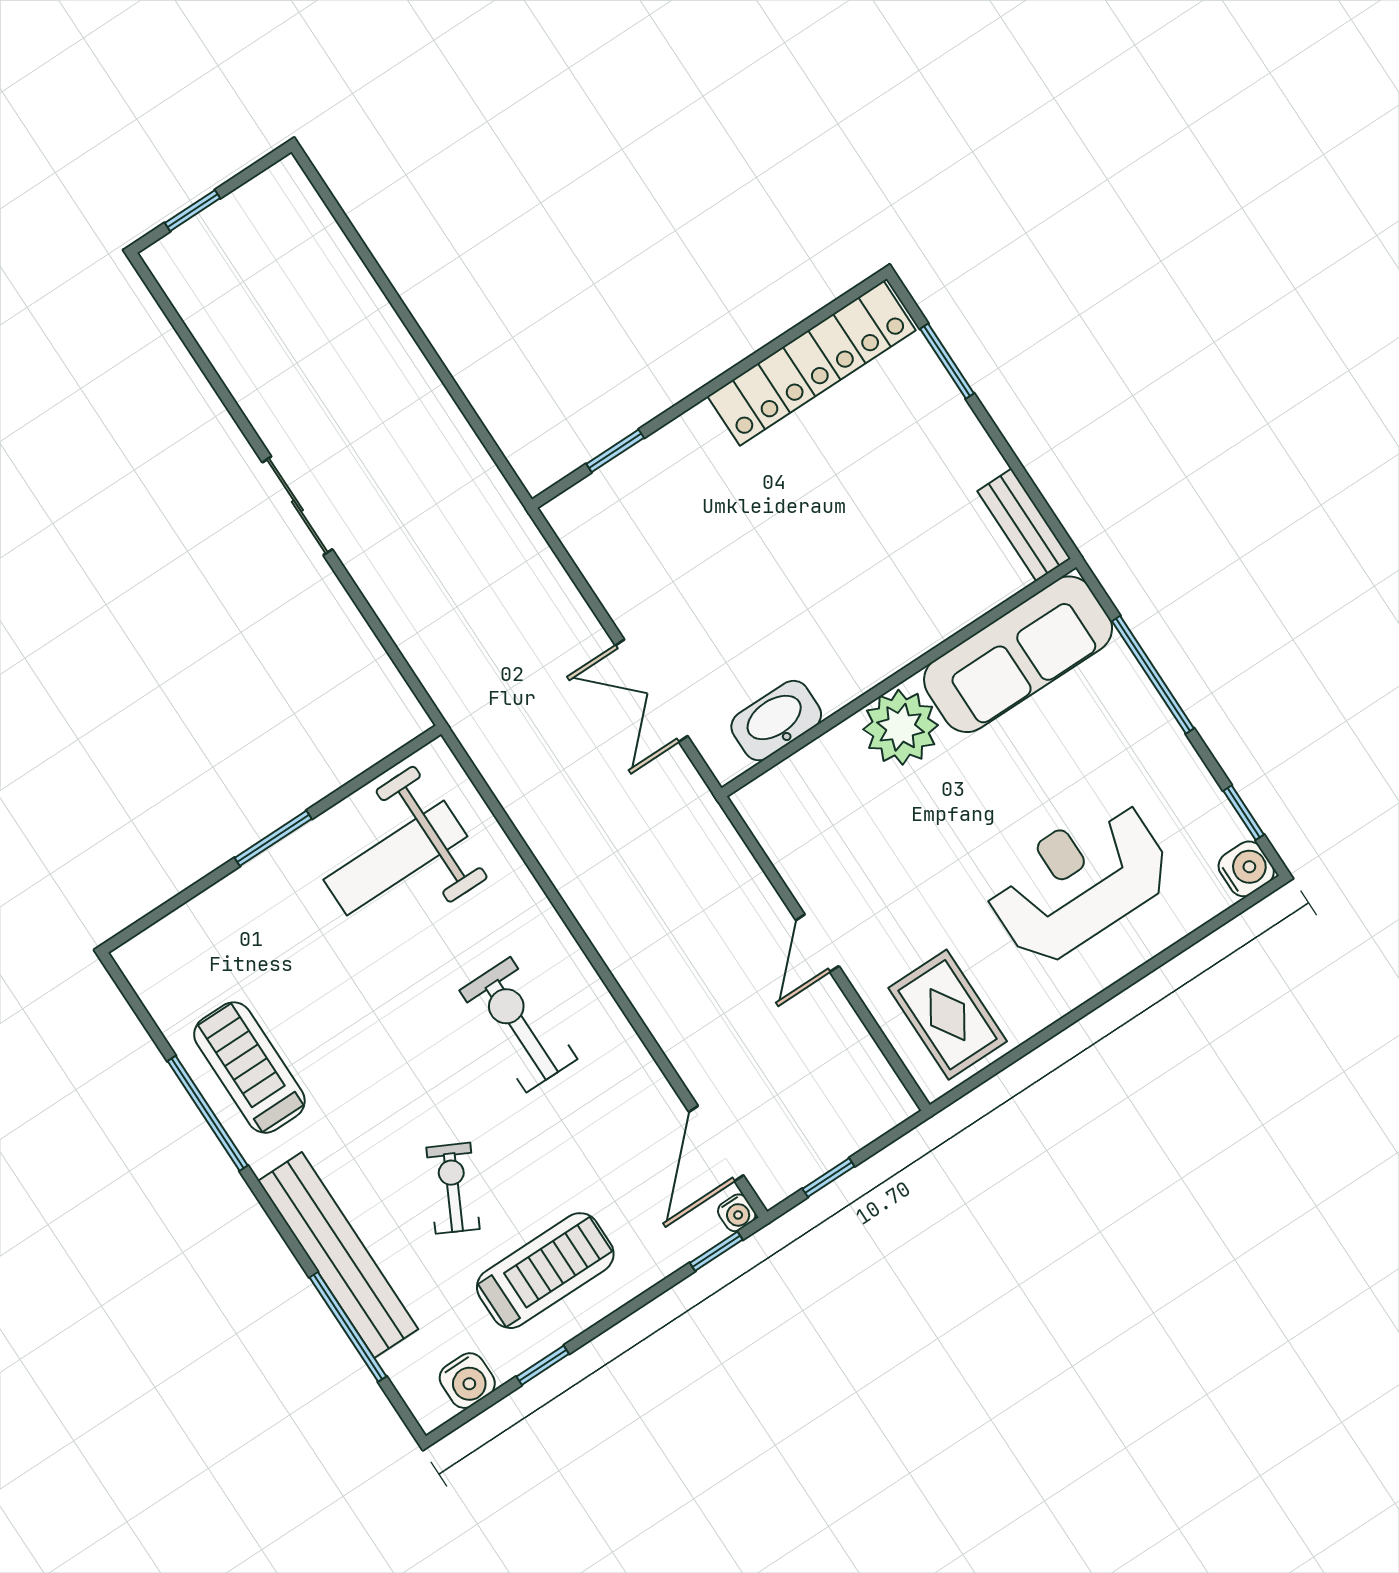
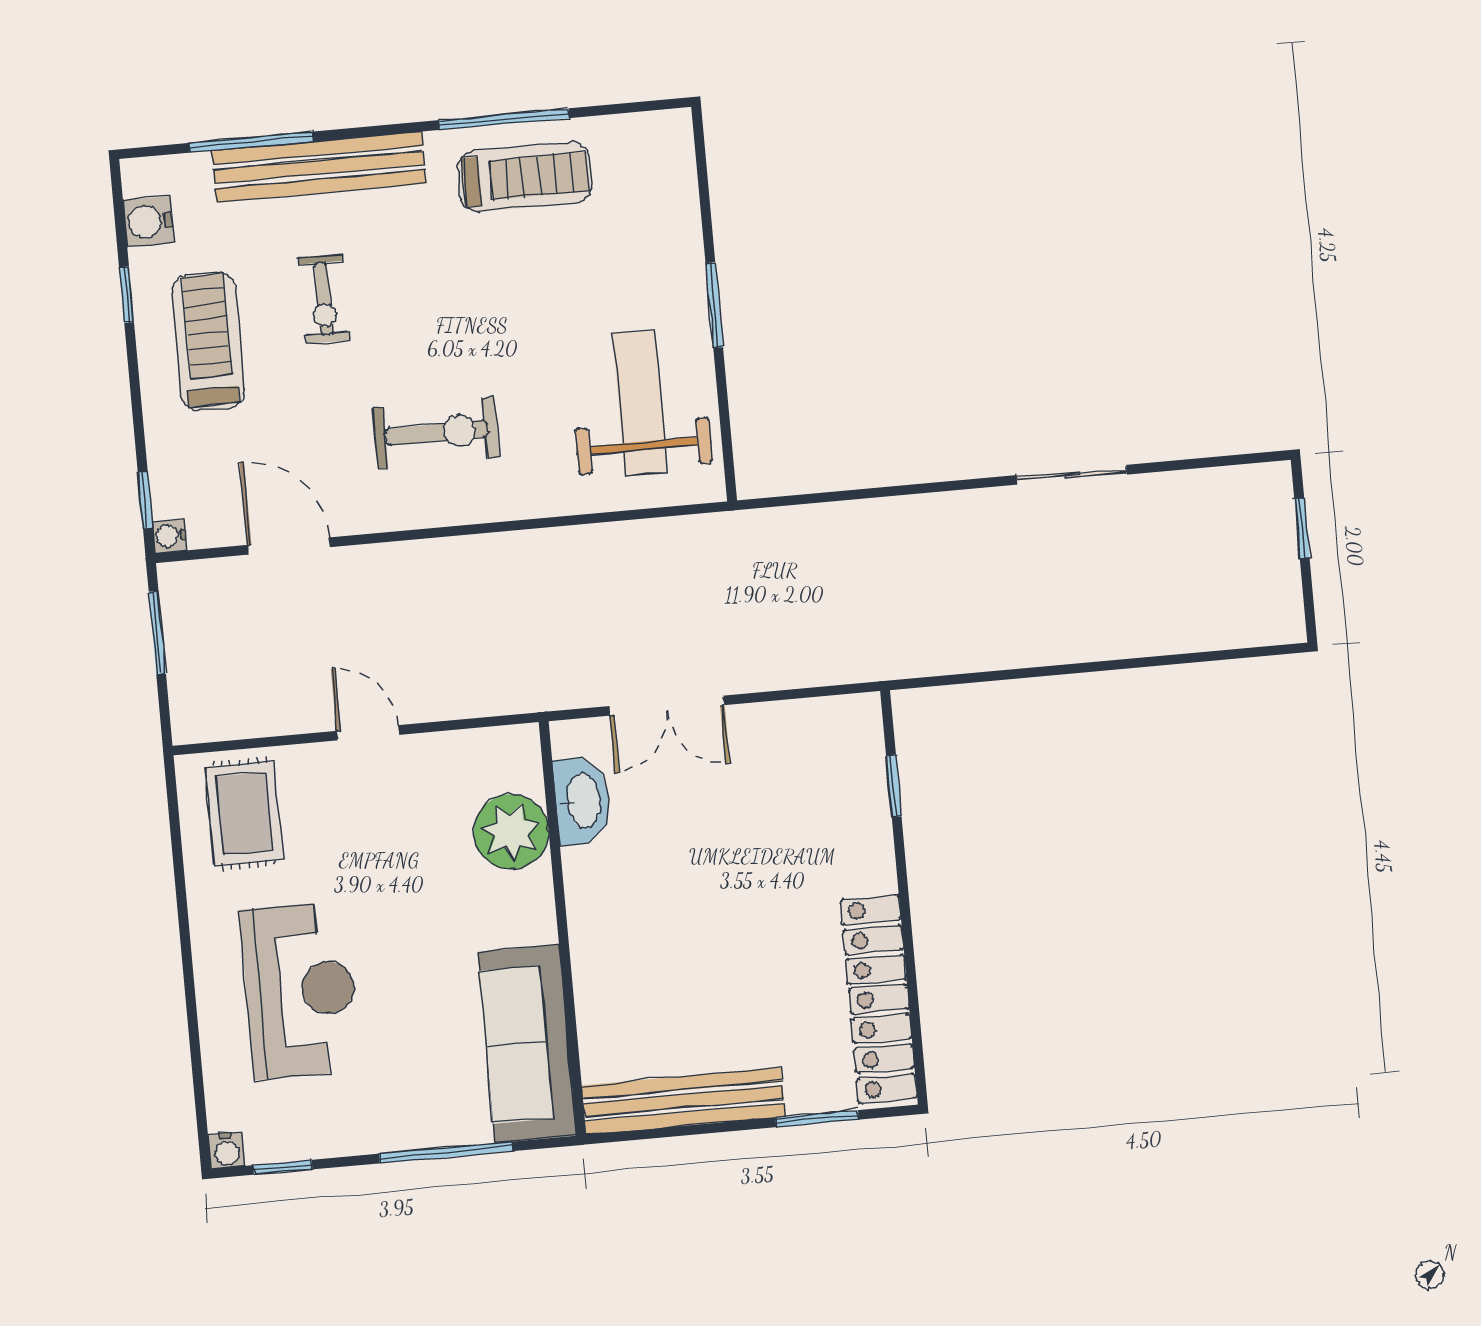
sliding door: (297, 506) -> (1072, 475), moved
bench: (1024, 525) -> (683, 1101), width x1.86, depth x1.21
double door: (651, 691) -> (667, 706), swing flipped
plant: (901, 727) -> (511, 832), moved
water cooler: (1246, 869) -> (226, 1150), width x0.72, depth x0.72
rug: (948, 1015) -> (244, 813), turned 90
door: (716, 1144) -> (289, 546), moved
window: (828, 1178) -> (157, 633), width x1.50
exercise bike: (453, 1188) -> (324, 299), turned 63
treadmill: (545, 1271) -> (208, 341), turned 180

